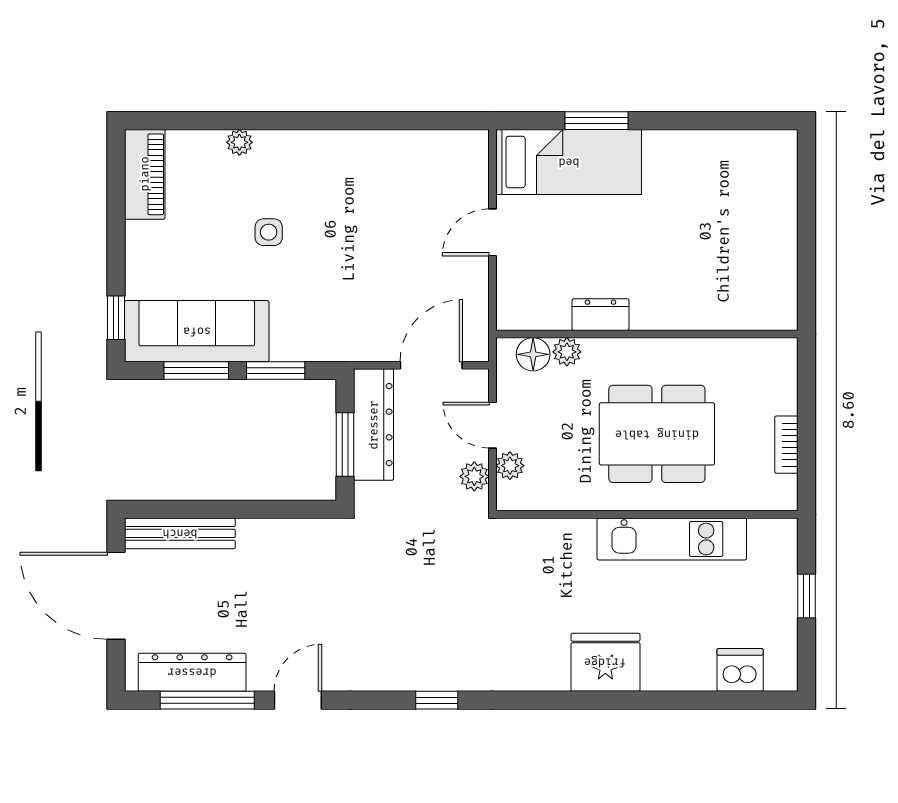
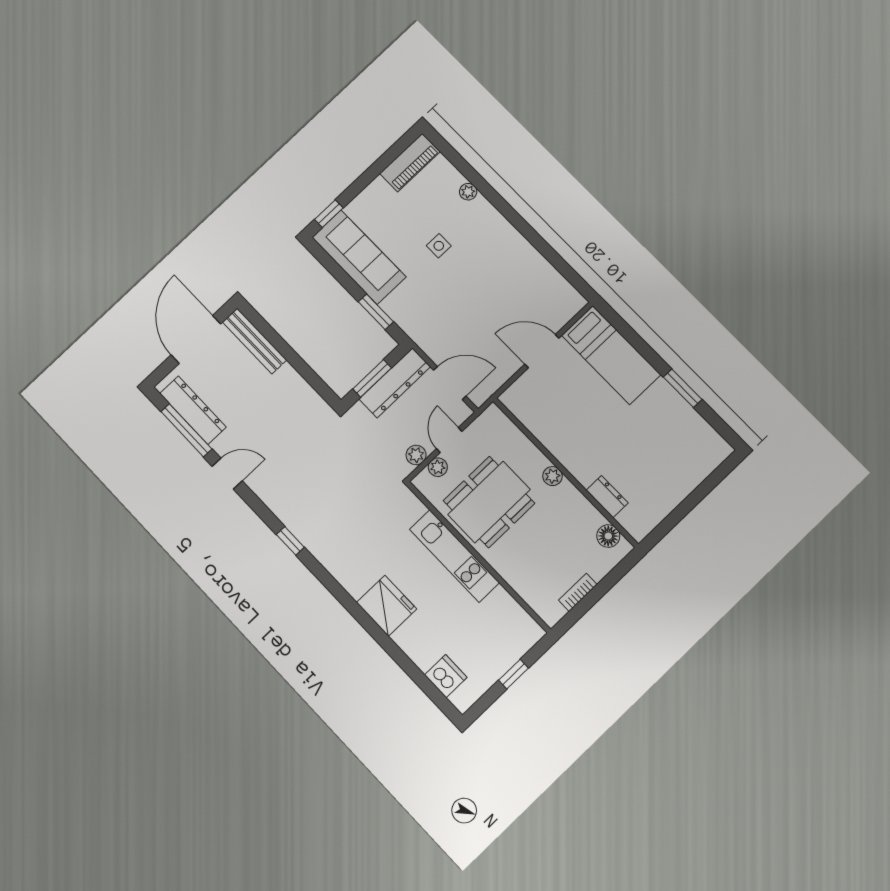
window: (596, 121) -> (683, 388), moved
door: (493, 232) -> (542, 351), width x1.37
dresser: (600, 315) -> (607, 497), moved
plant: (567, 352) -> (552, 476), moved
floor lamp: (533, 354) -> (608, 536), moved
window: (196, 370) -> (340, 275), removed
dining table: (657, 434) -> (489, 502), moved, turned 90
kitchen unit: (672, 539) -> (454, 556), moved

